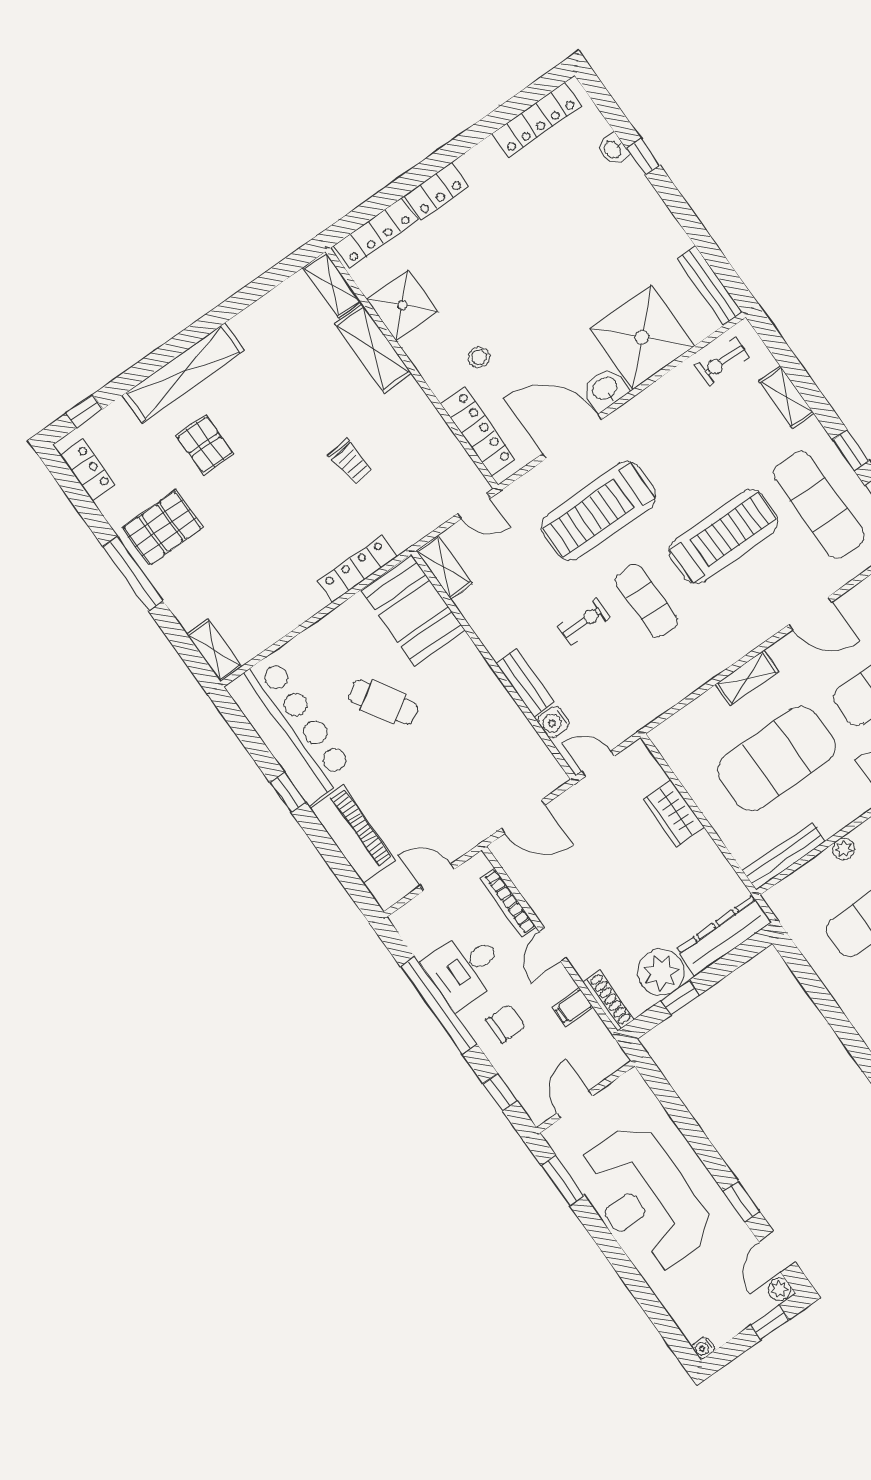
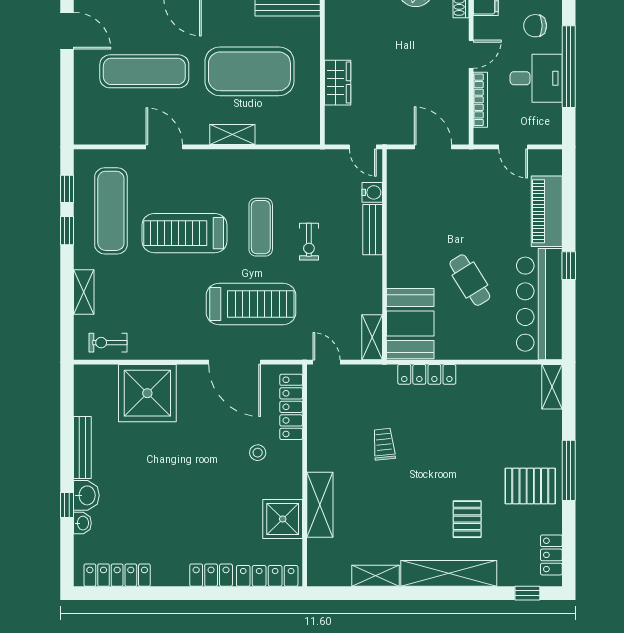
shelving: (332, 285) -> (375, 576), moved, turned 90
bench: (710, 286) -> (82, 447), moved
exercise bike: (722, 362) -> (108, 343), turned 180
washbasin: (605, 389) -> (86, 495), moved, turned -90
exercise bike: (584, 622) -> (309, 242), turned -90

